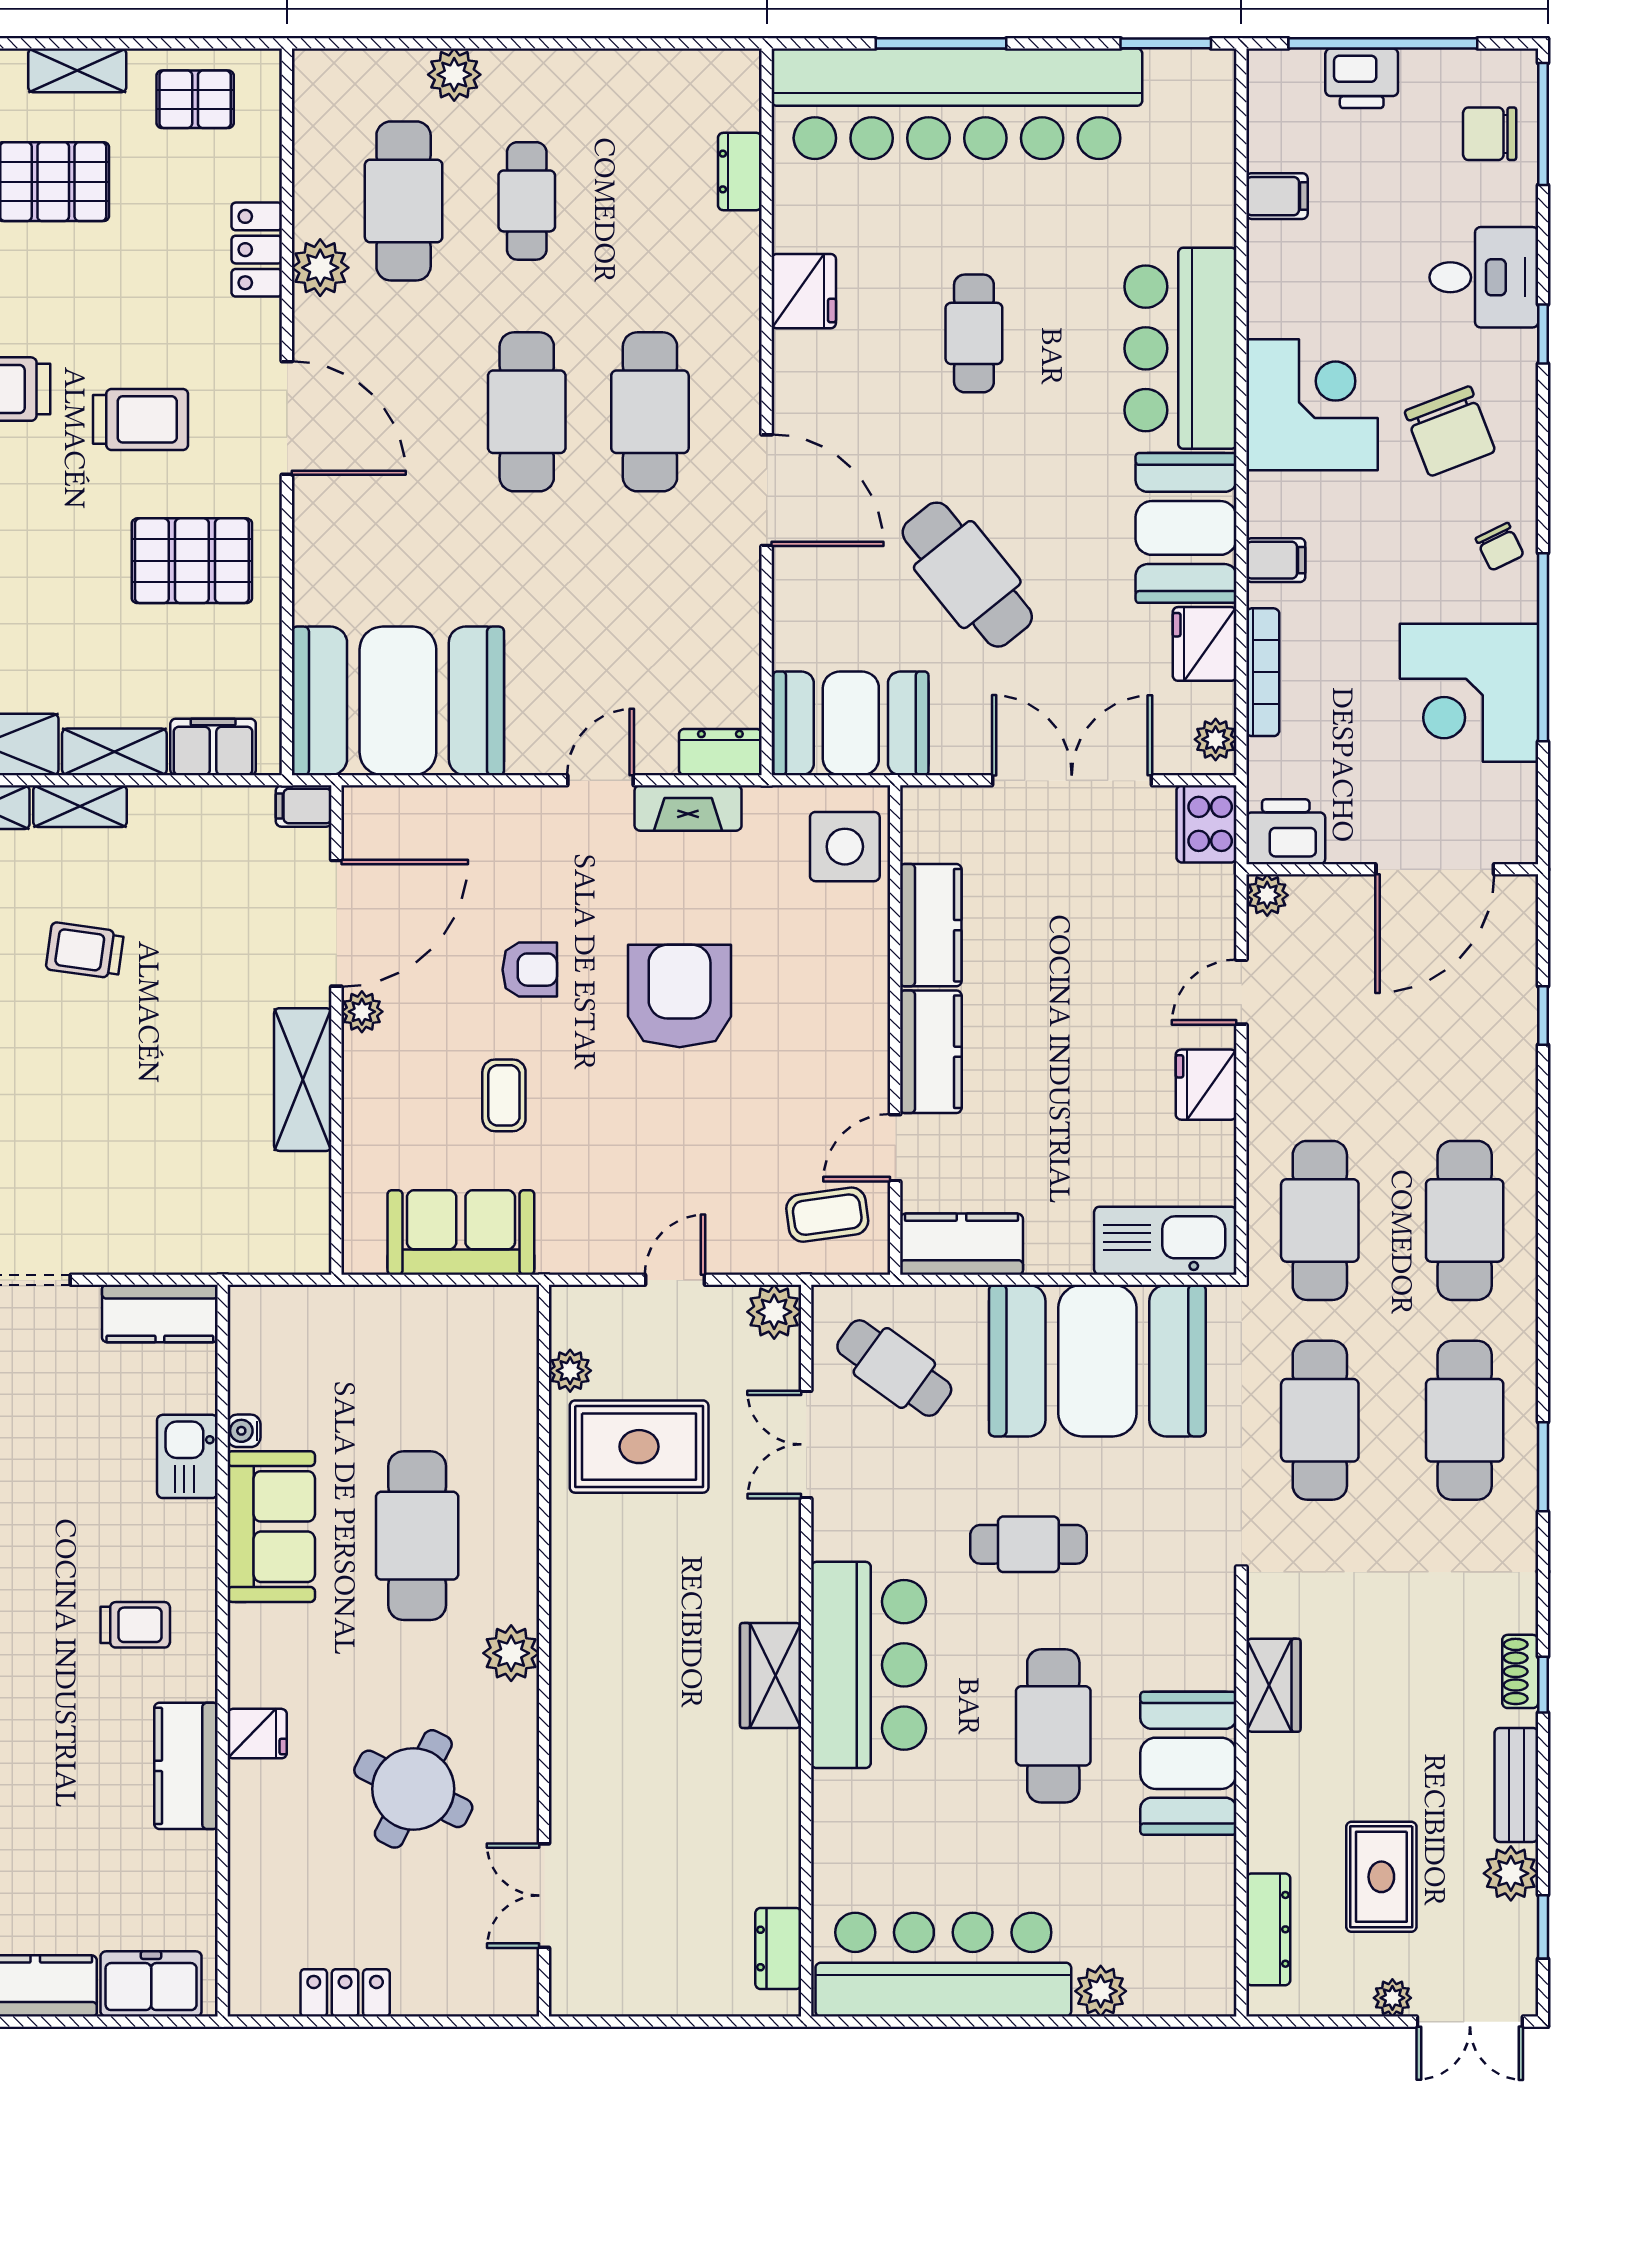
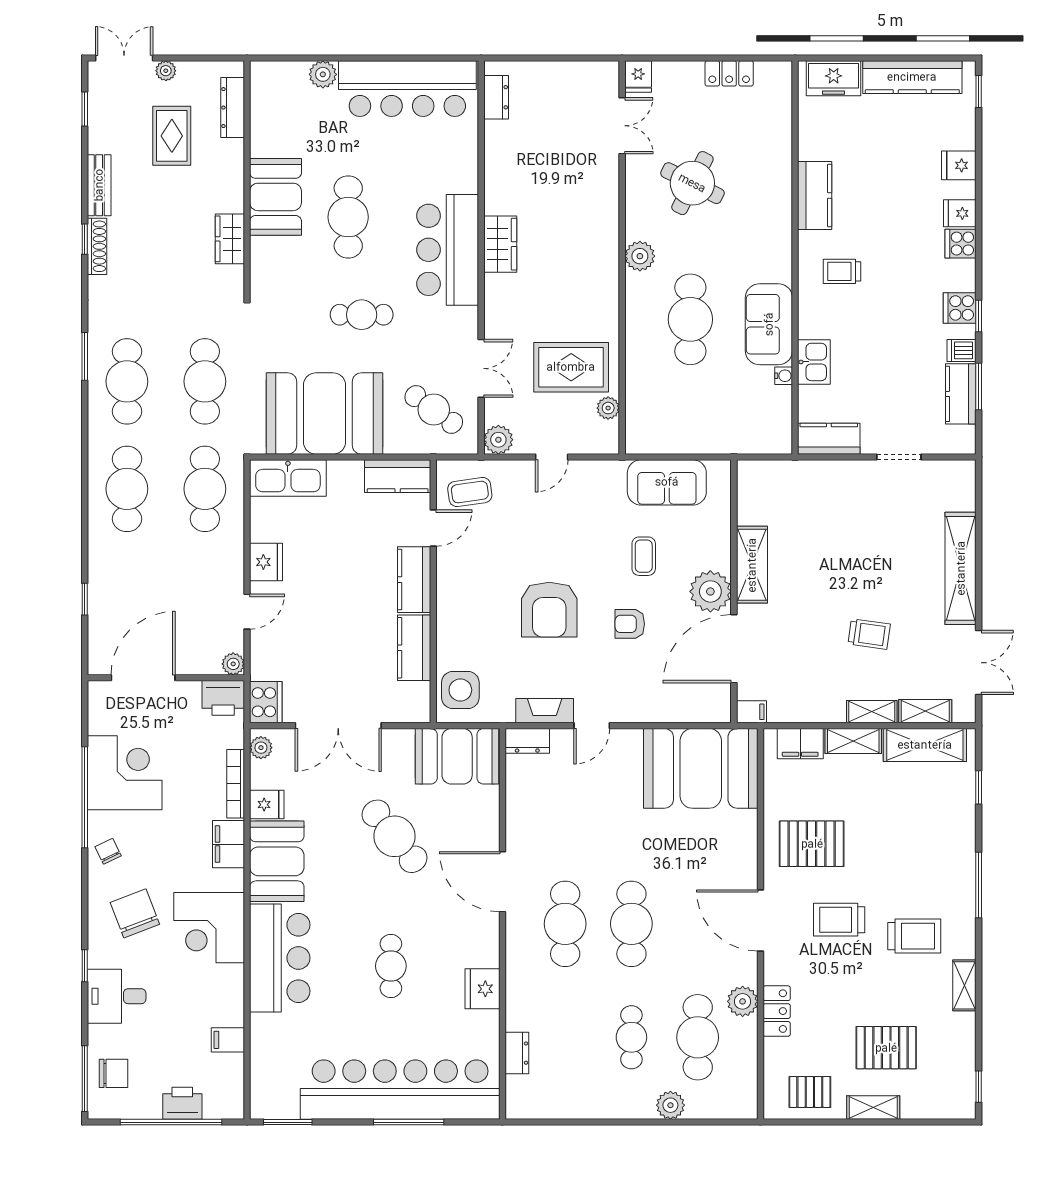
filing cabinet: (1276, 560) -> (229, 844), width x2.00
fridge: (1205, 644) -> (267, 805), width x0.72
plant: (362, 1012) -> (710, 591), width x1.87, depth x1.87
shoe rack: (1520, 1671) -> (97, 246), width x1.43
fridge: (257, 1734) -> (638, 77), moved, turned -90
plant: (1511, 1873) -> (102, 138), removed

